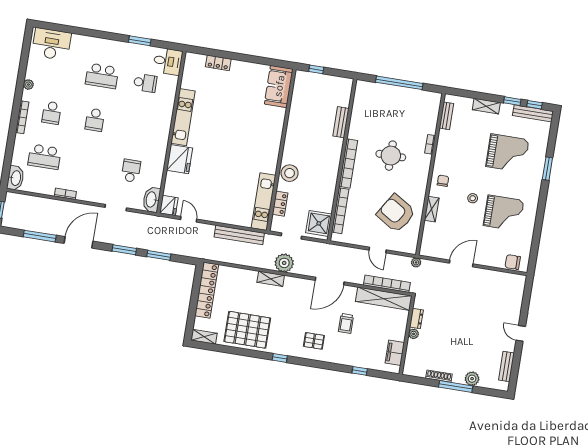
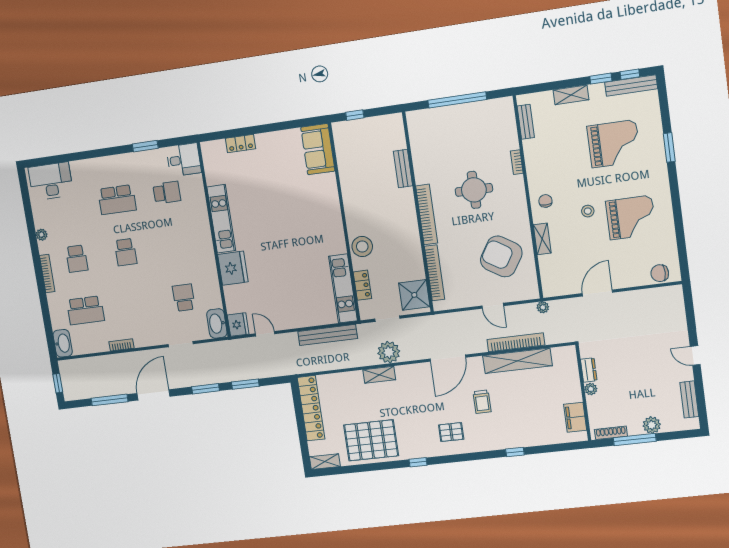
dresser: (416, 318) -> (589, 370), moved
plant: (414, 334) -> (591, 389), moved
wall: (407, 335) -> (583, 393), moved
filing cabinet: (395, 353) -> (575, 417), moved

